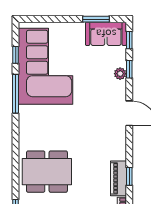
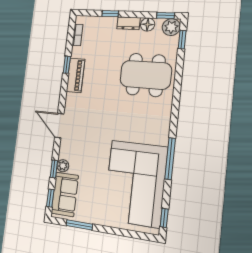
sofa: (106, 34) -> (65, 194), moved, turned 90
window: (16, 55) -> (164, 218), moved
piano: (118, 178) -> (76, 75), moved

